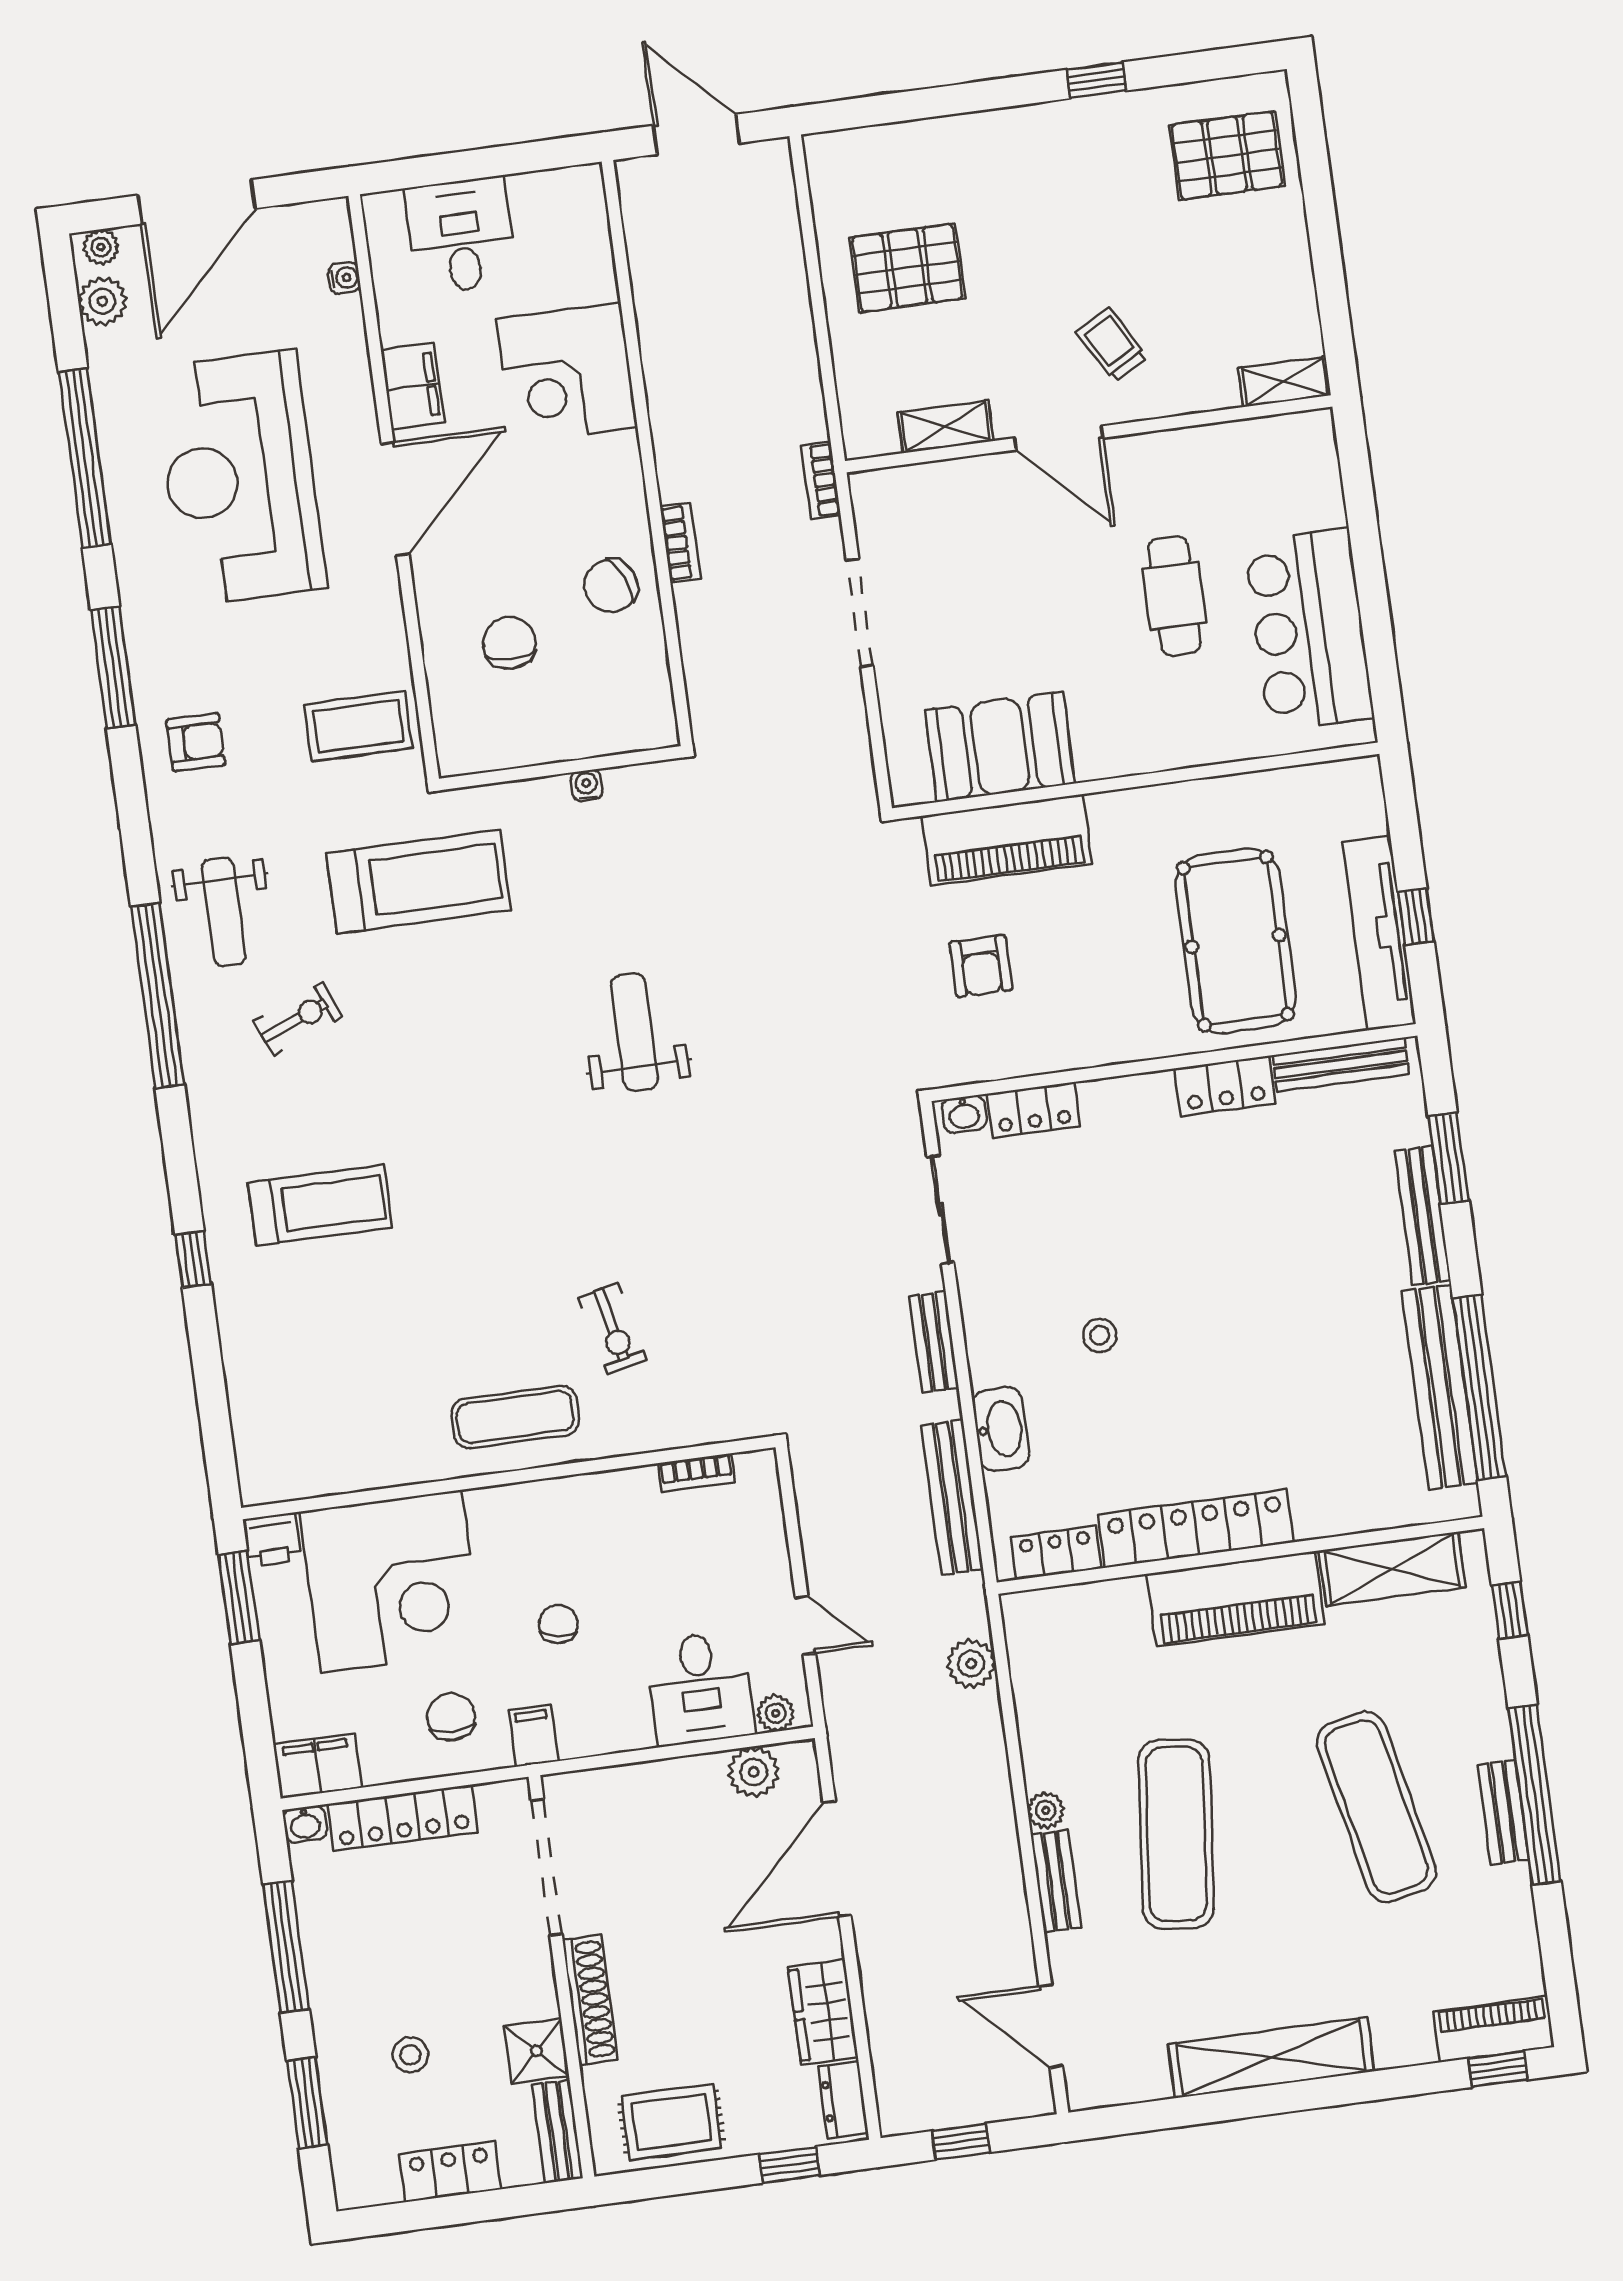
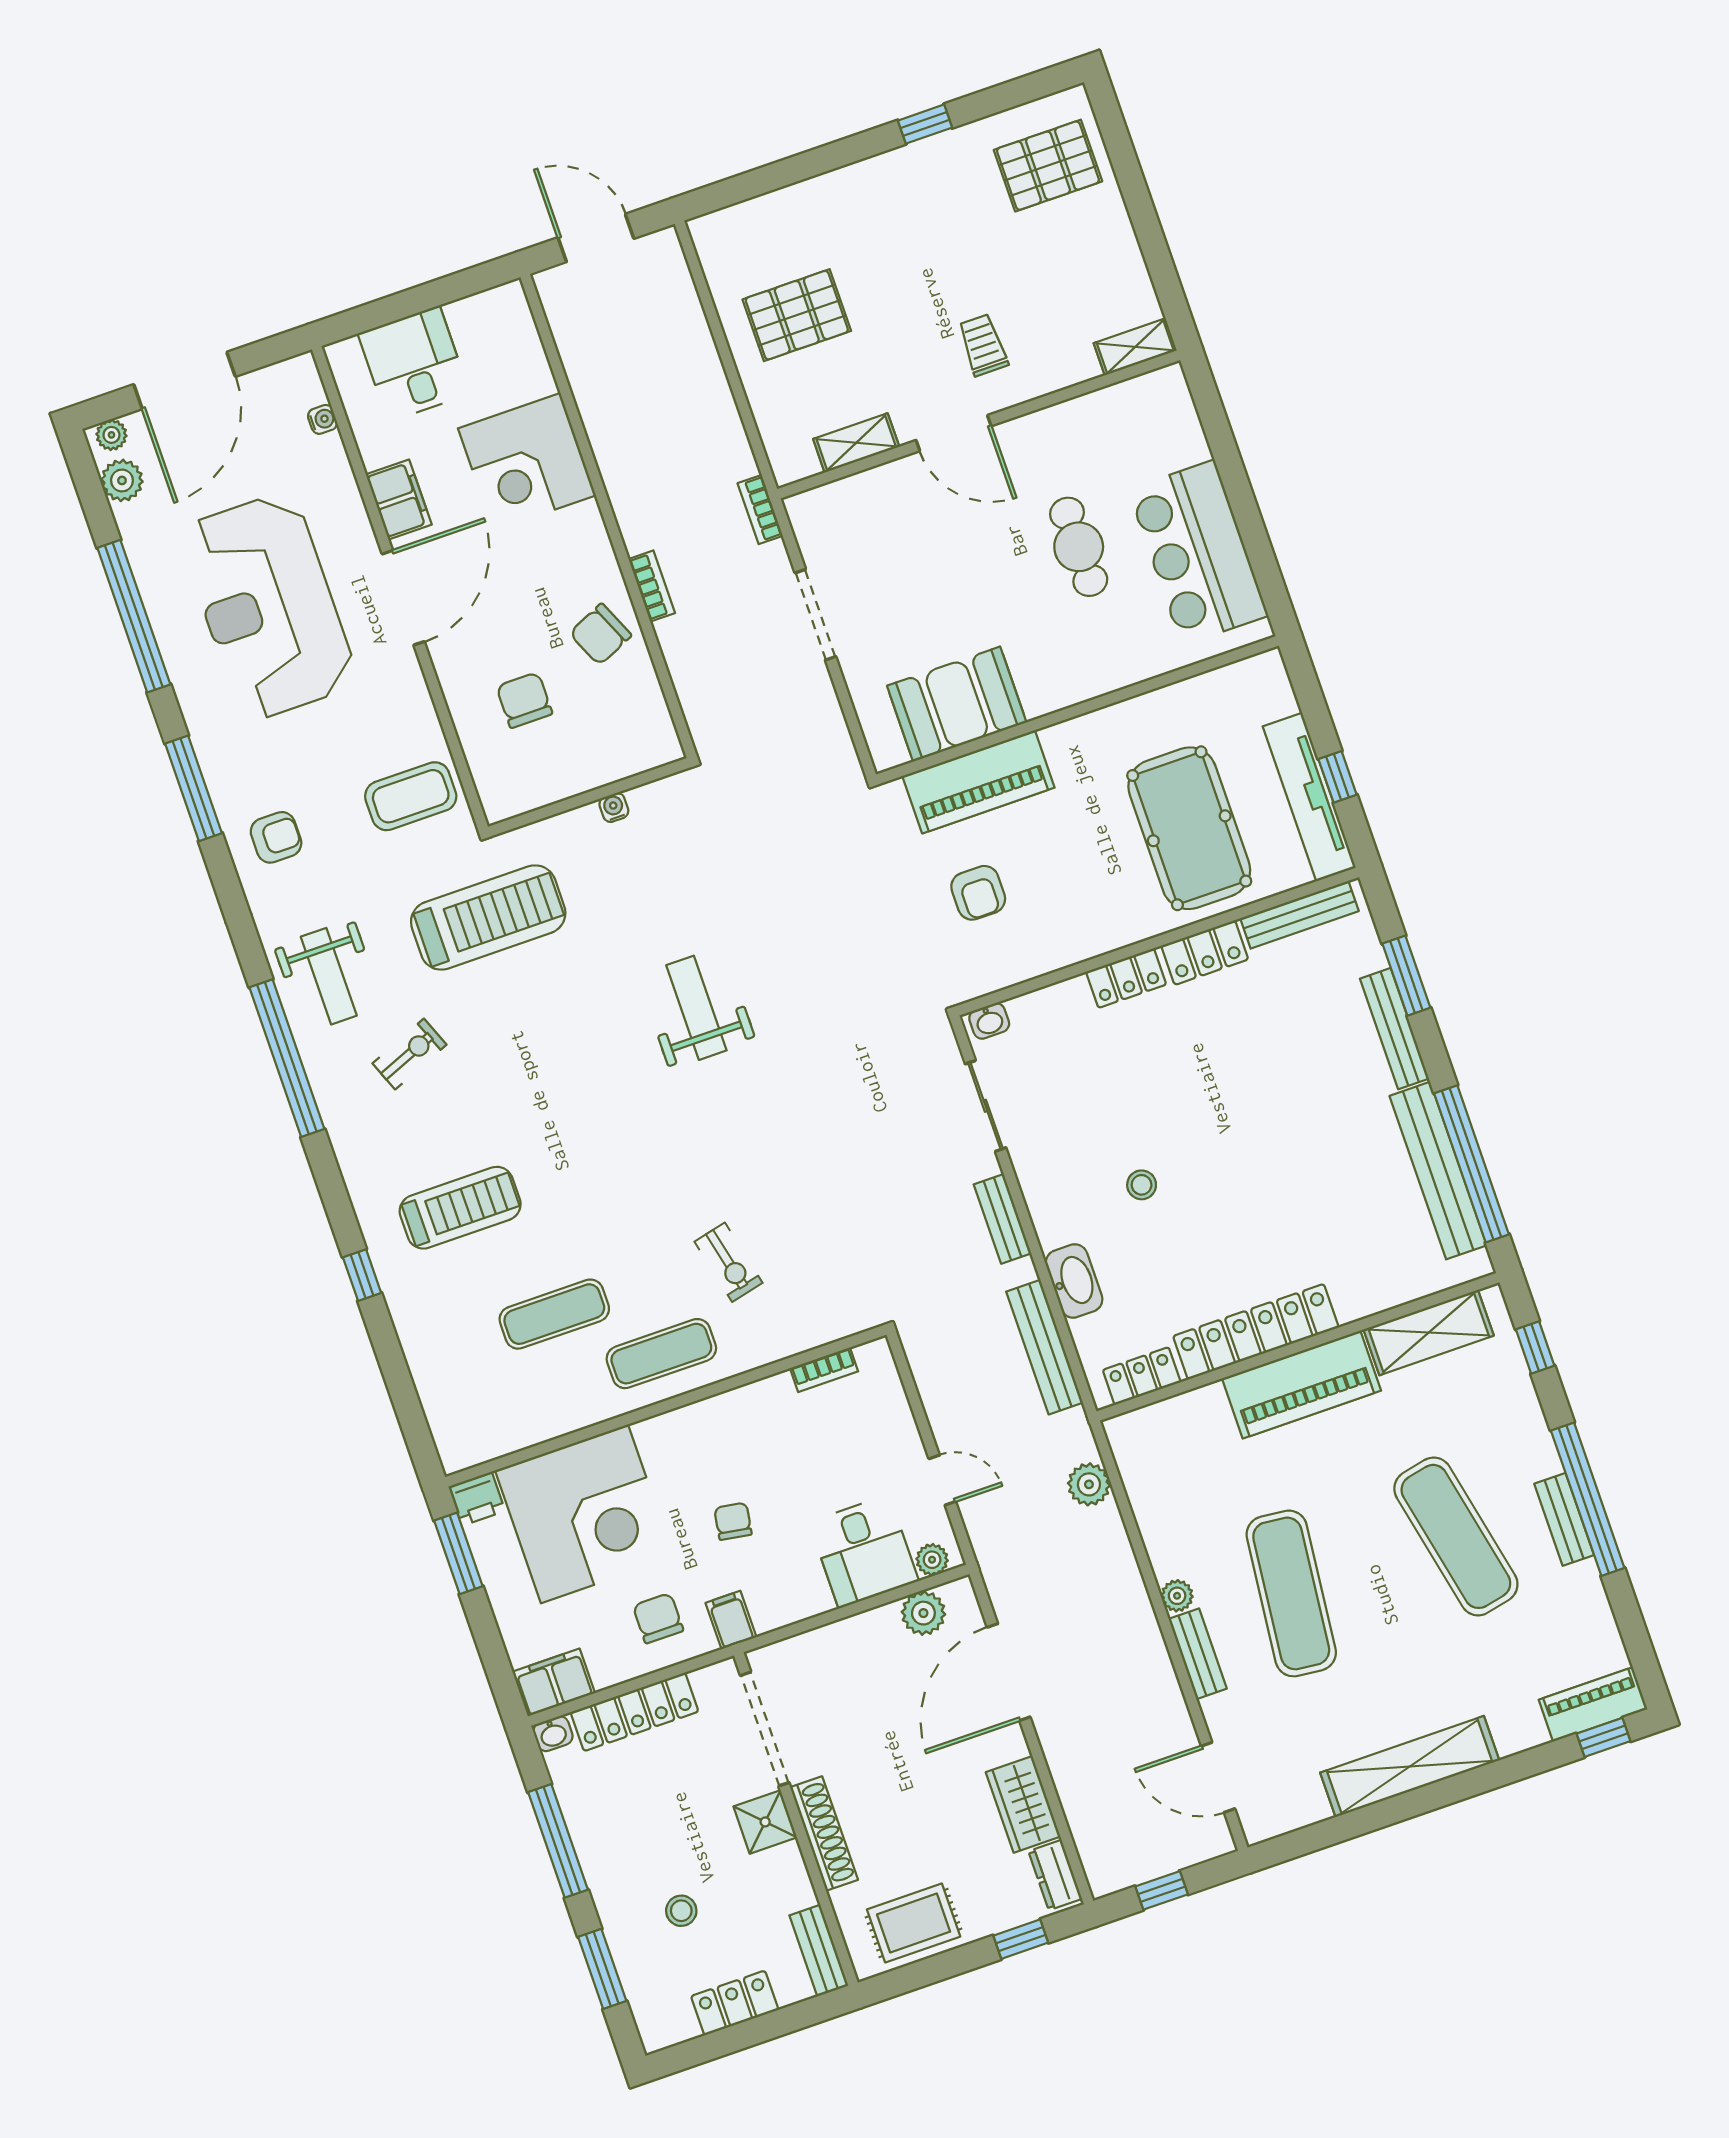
trolley: (1112, 345) -> (983, 345), turned 30
locker: (1033, 1110) -> (1126, 978), moved
exercise mat: (403, 1348) -> (554, 1314), added
shower: (536, 2051) -> (765, 1822), moved

